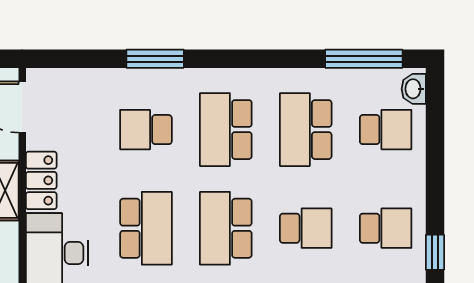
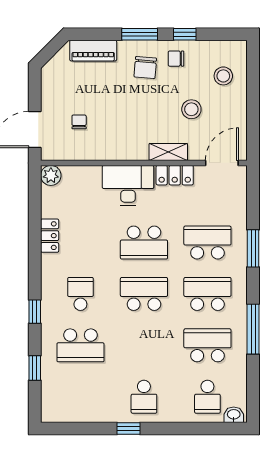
window: (364, 59) -> (253, 329), moved
school desk: (146, 130) -> (207, 243), width x1.85
school desk: (306, 228) -> (144, 345), removed

